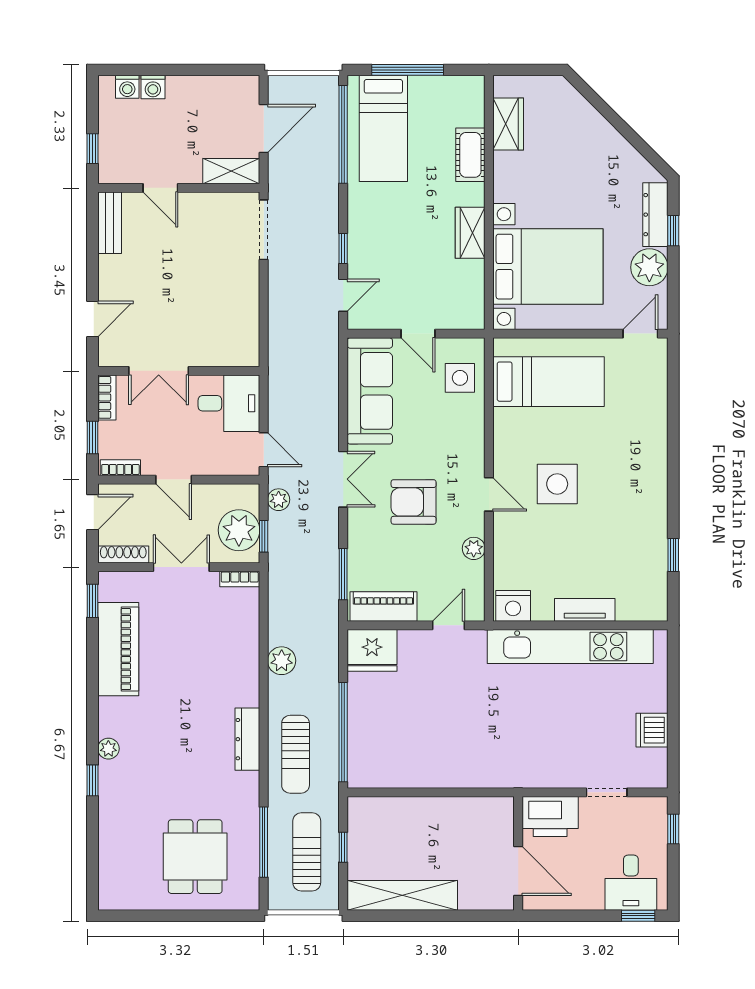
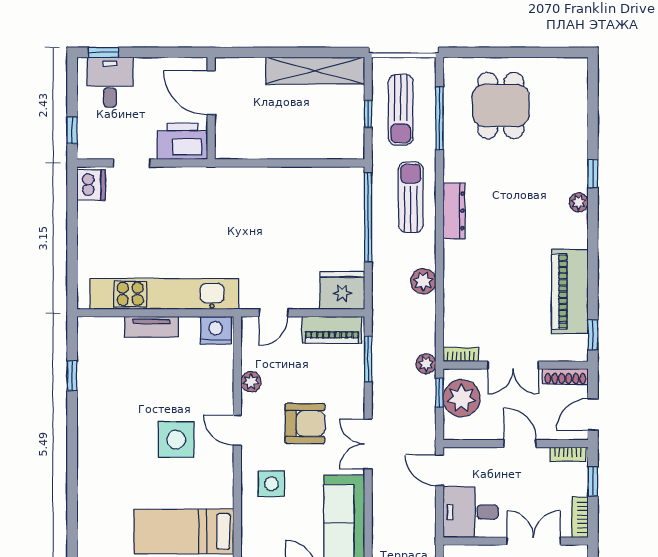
side table: (460, 378) -> (271, 484), moved
plant: (279, 500) -> (426, 364), moved
dishwasher: (652, 730) -> (91, 185), moved

